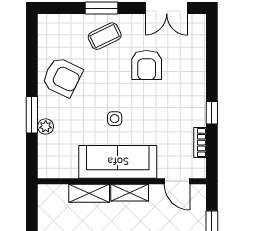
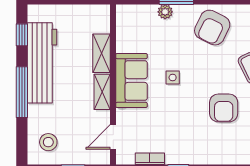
armchair: (147, 65) -> (224, 108), turned -90
sofa: (118, 162) -> (131, 80), width x0.73

